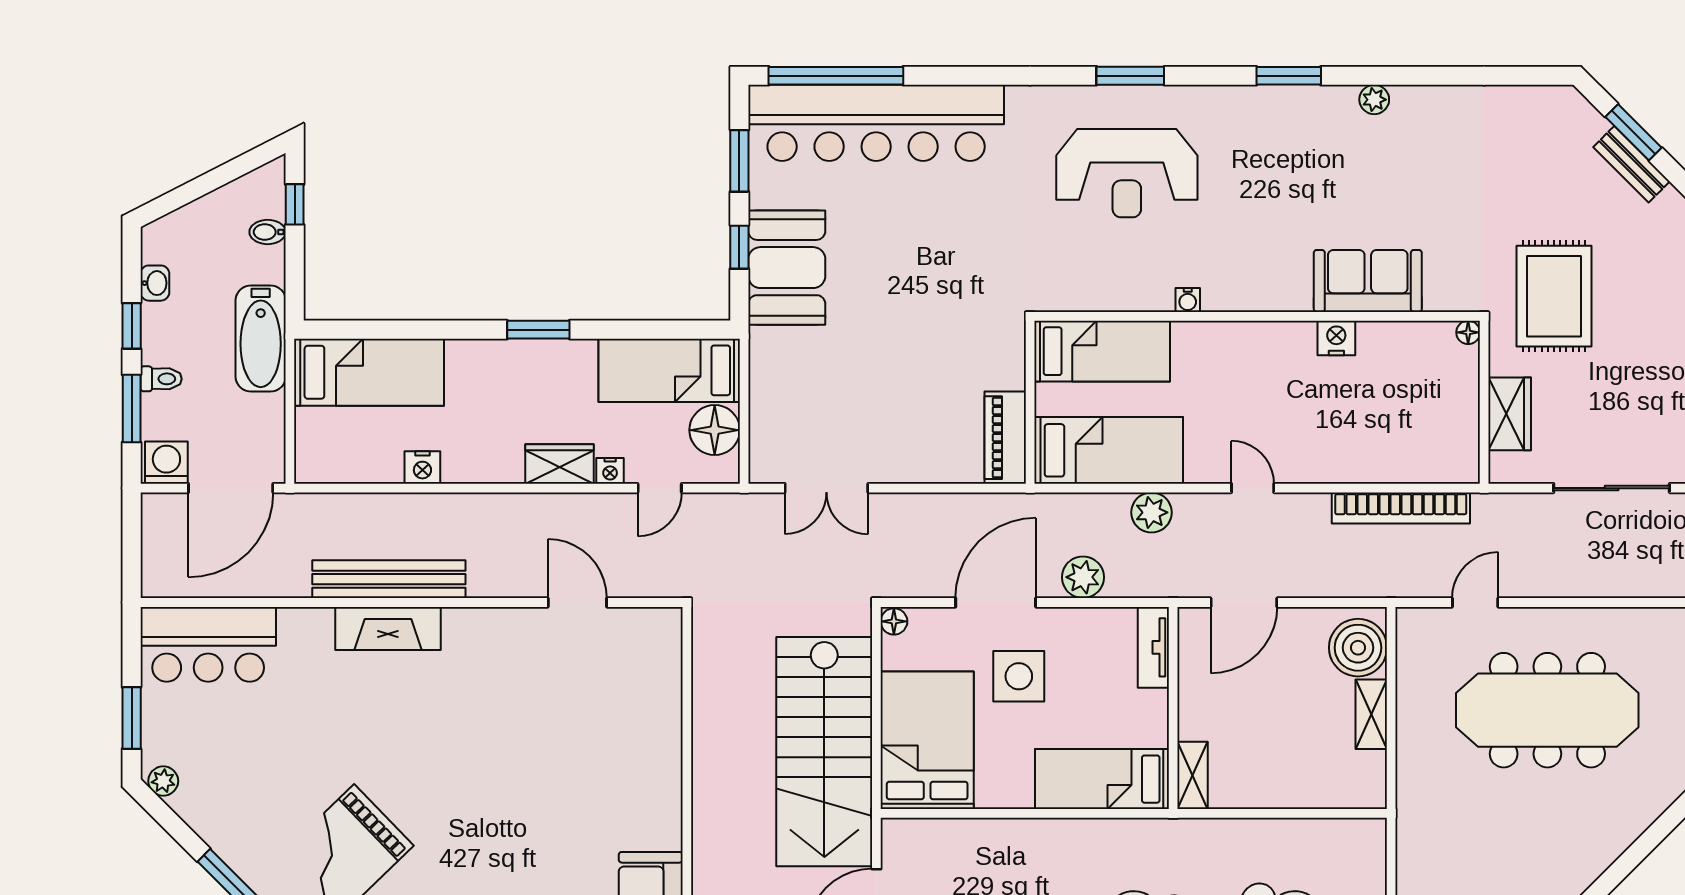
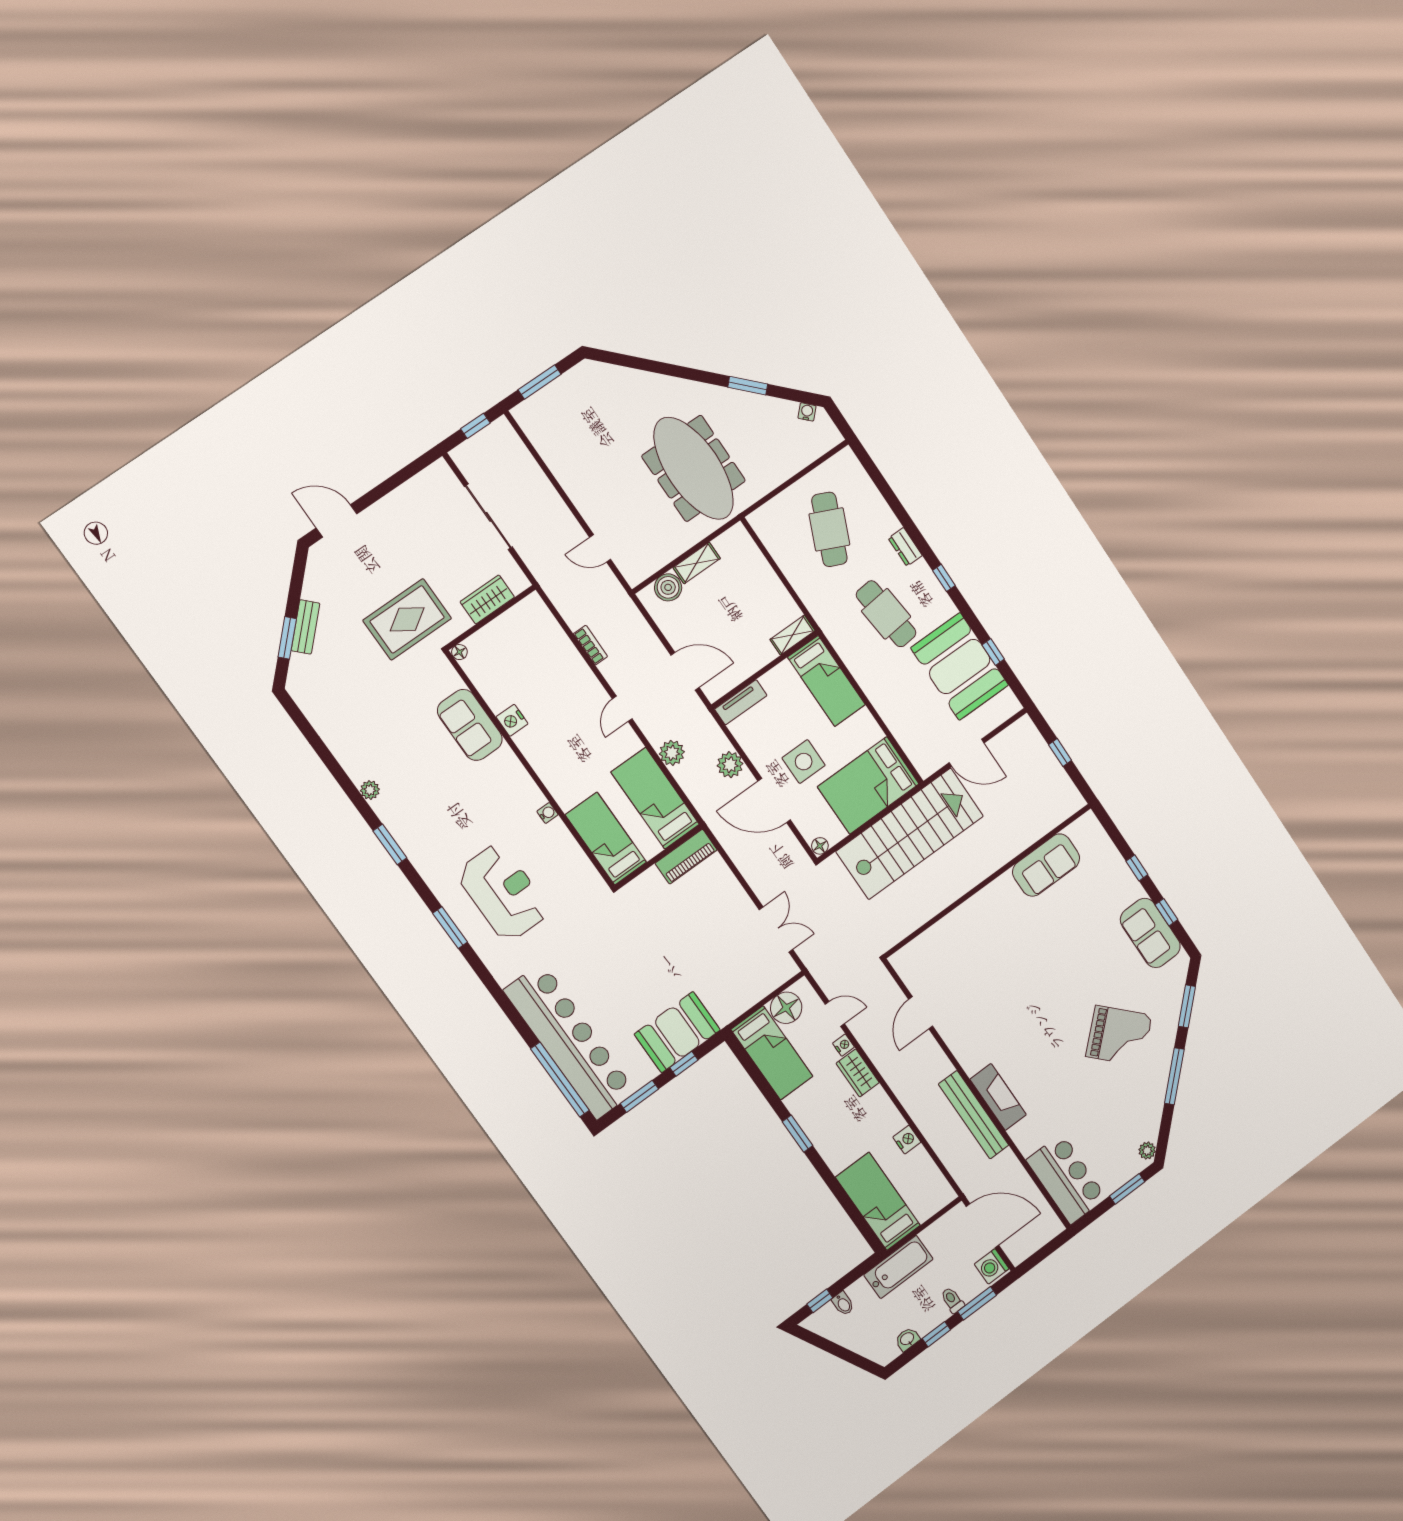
bookcase: (1401, 508) -> (590, 645), width x0.43, depth x0.76
boiler: (1358, 648) -> (668, 587), width x0.73, depth x0.73
meeting table: (1547, 710) -> (694, 468), moved

